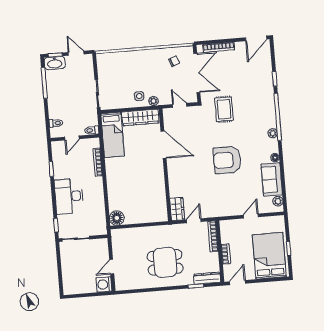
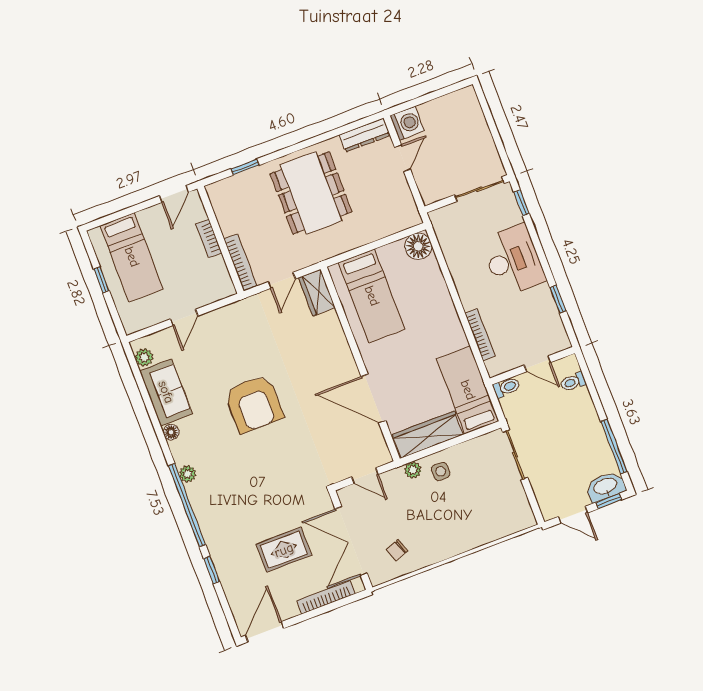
rug: (224, 109) -> (284, 550), moved, turned 90
door: (72, 138) -> (537, 364), swing flipped
armchair: (227, 160) -> (254, 404), turned 90
bed: (149, 199) -> (372, 296), added
bed: (269, 256) -> (132, 257), width x0.67
dining table: (165, 262) -> (311, 193), width x1.38
dresser: (207, 278) -> (365, 135), moved

